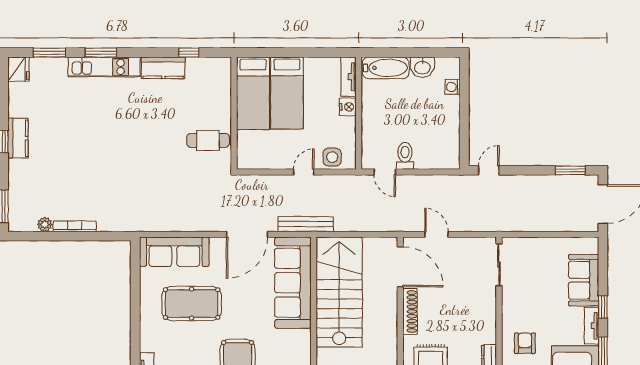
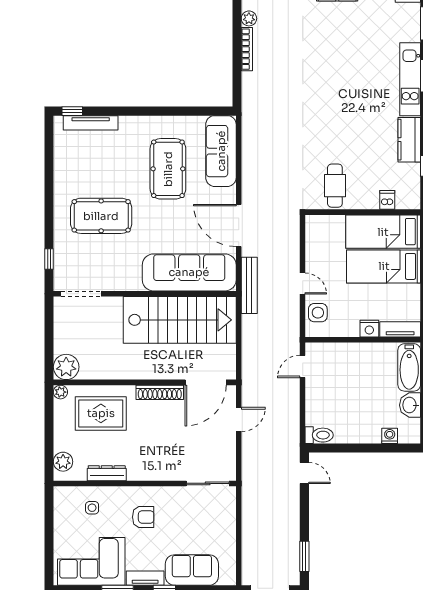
dishwasher: (222, 89) -> (387, 200), added
toilet: (405, 156) -> (319, 435), moved
armchair: (525, 343) -> (143, 517), moved

